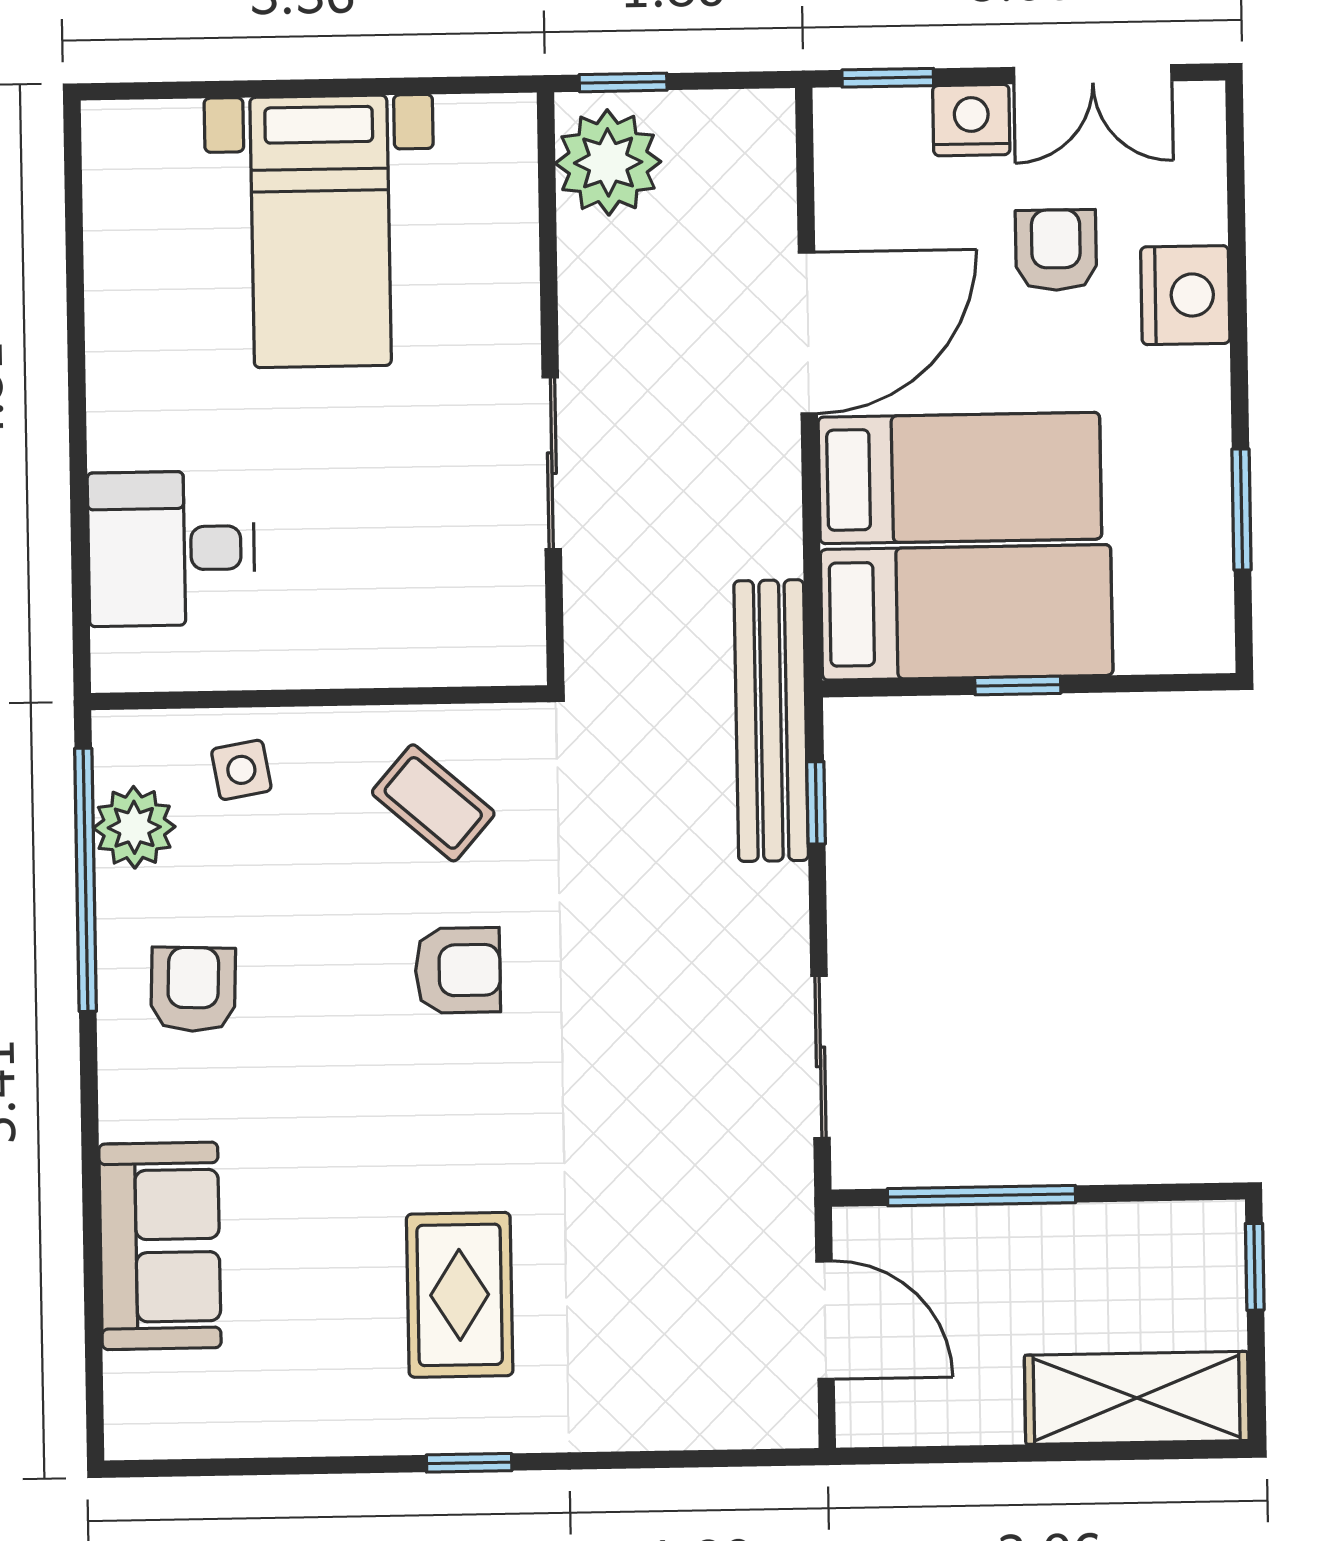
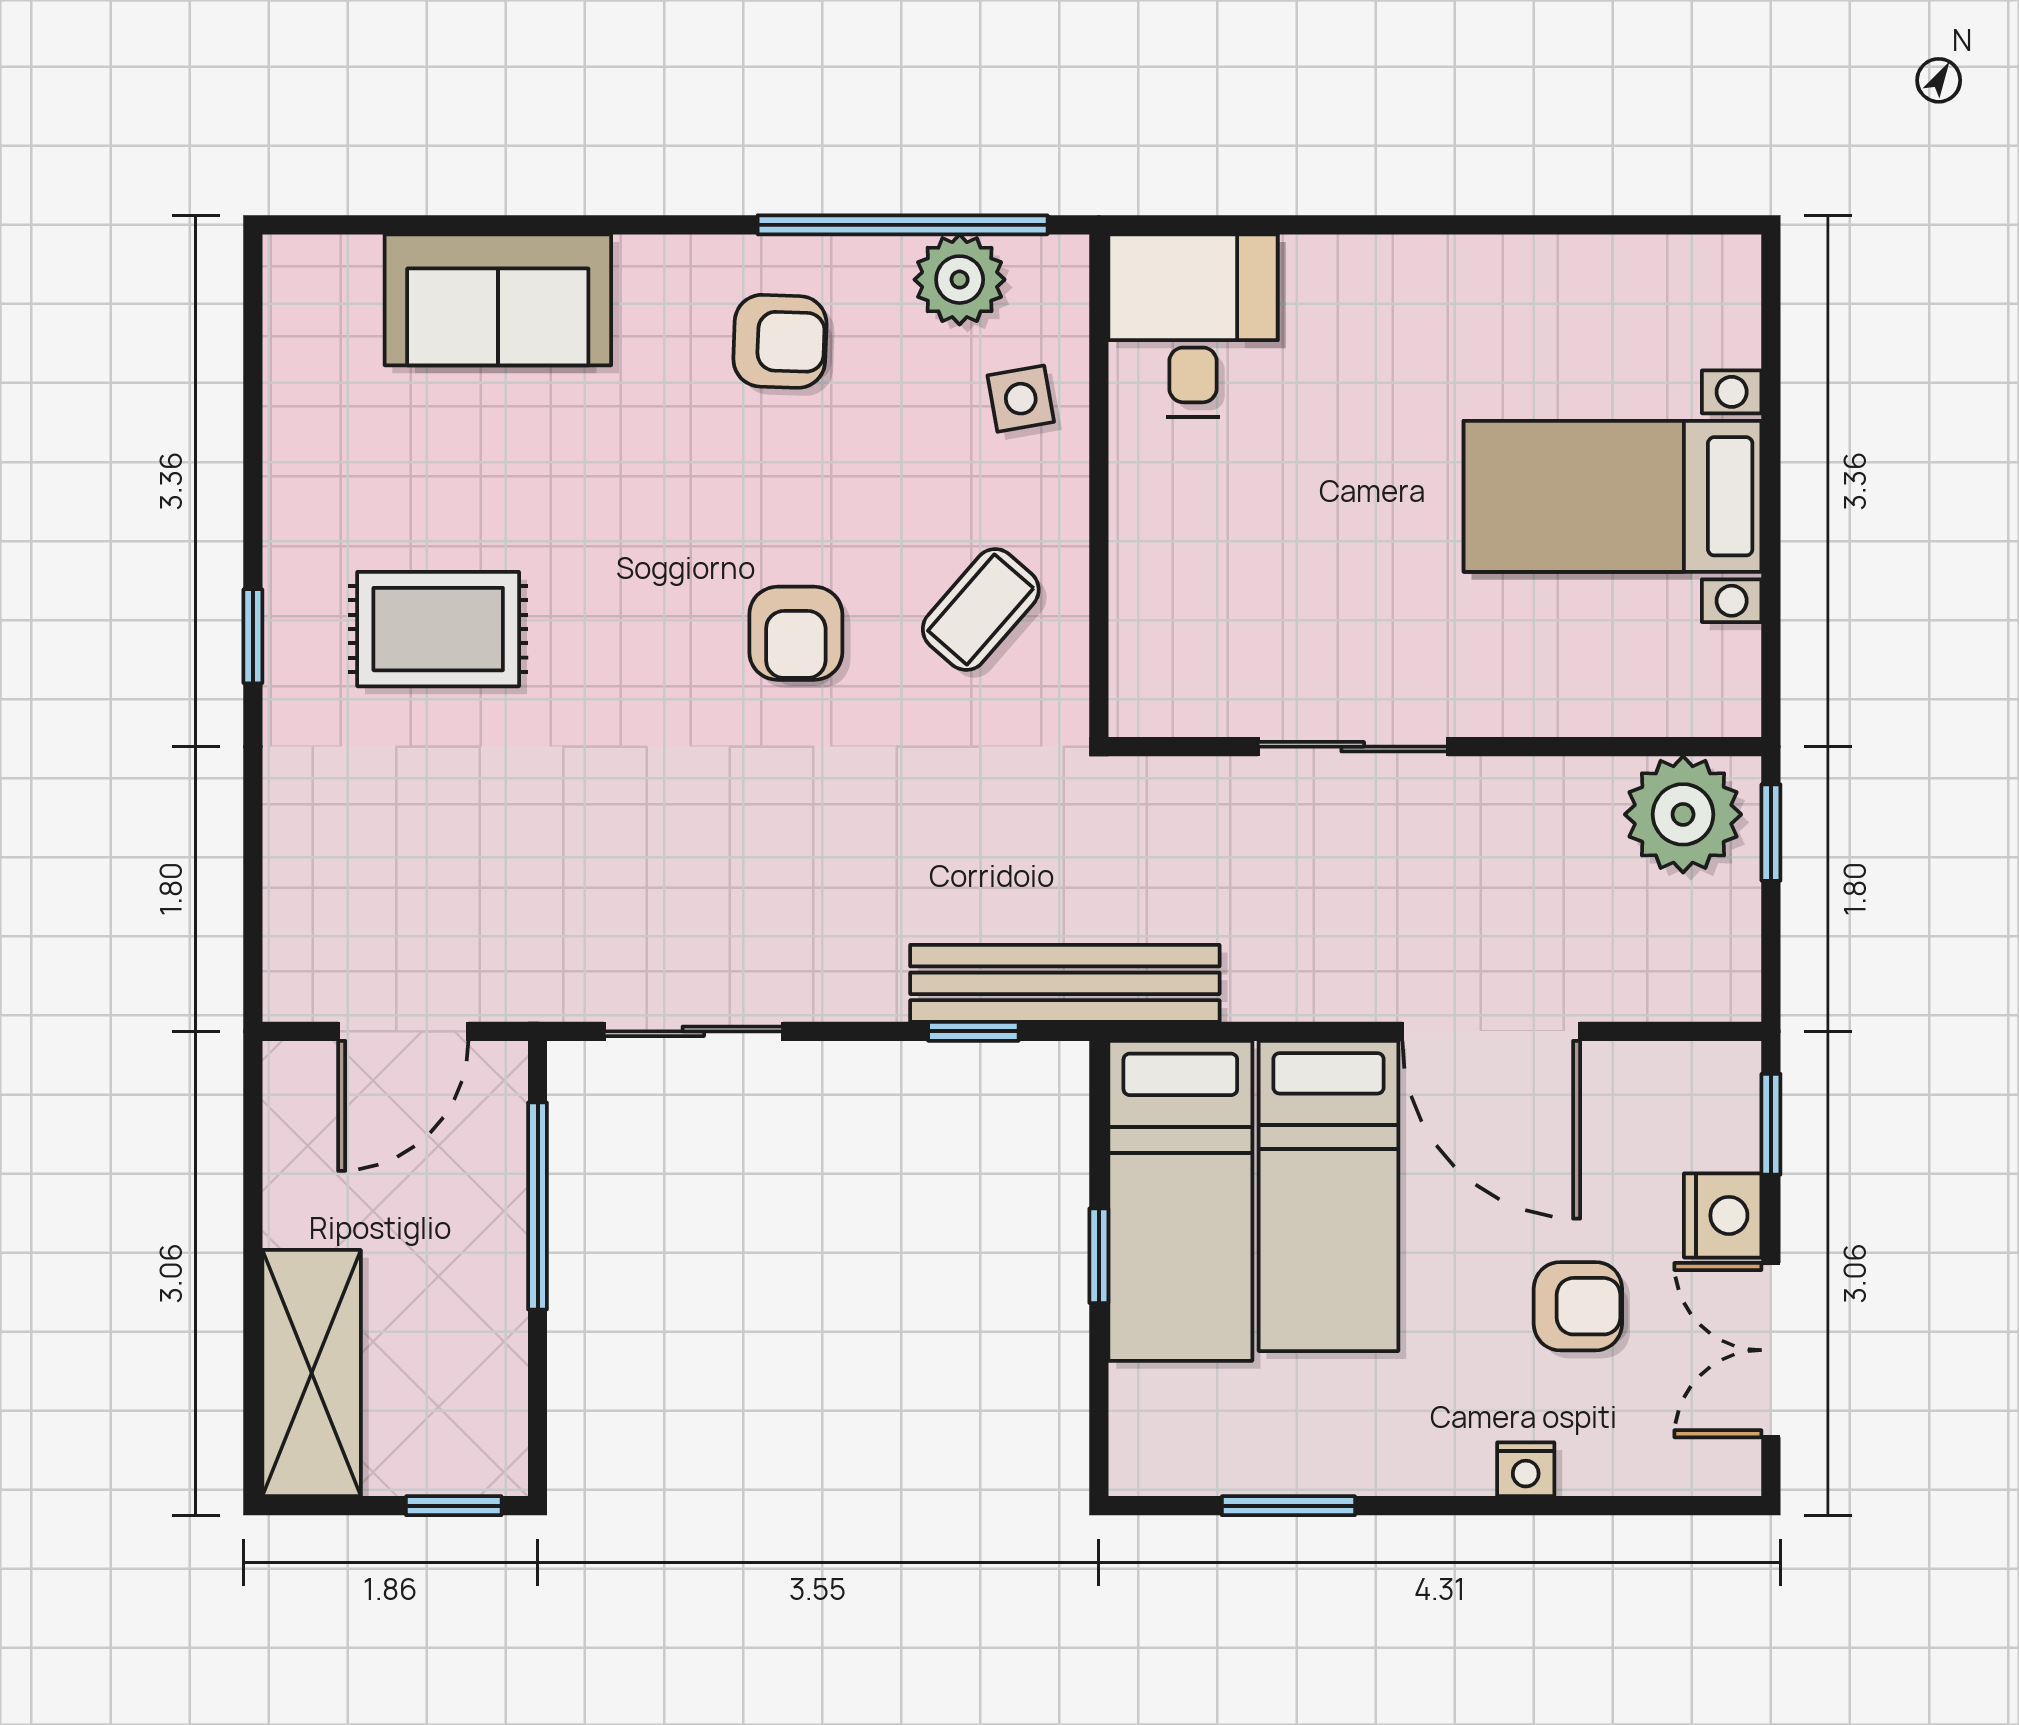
nightstand: (1185, 295) -> (1526, 1469), width x0.53, depth x0.56
desk: (171, 548) -> (1193, 326), moved

